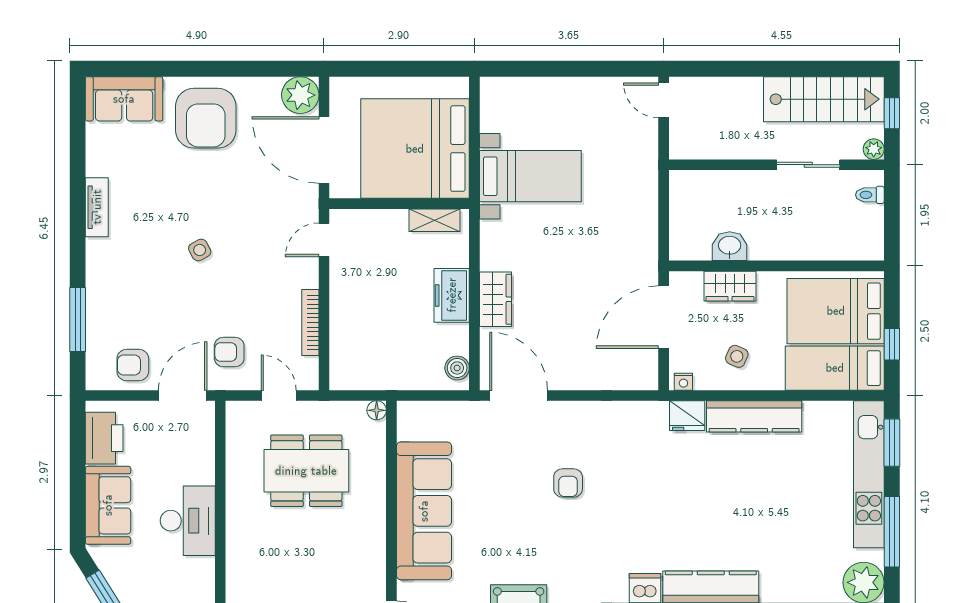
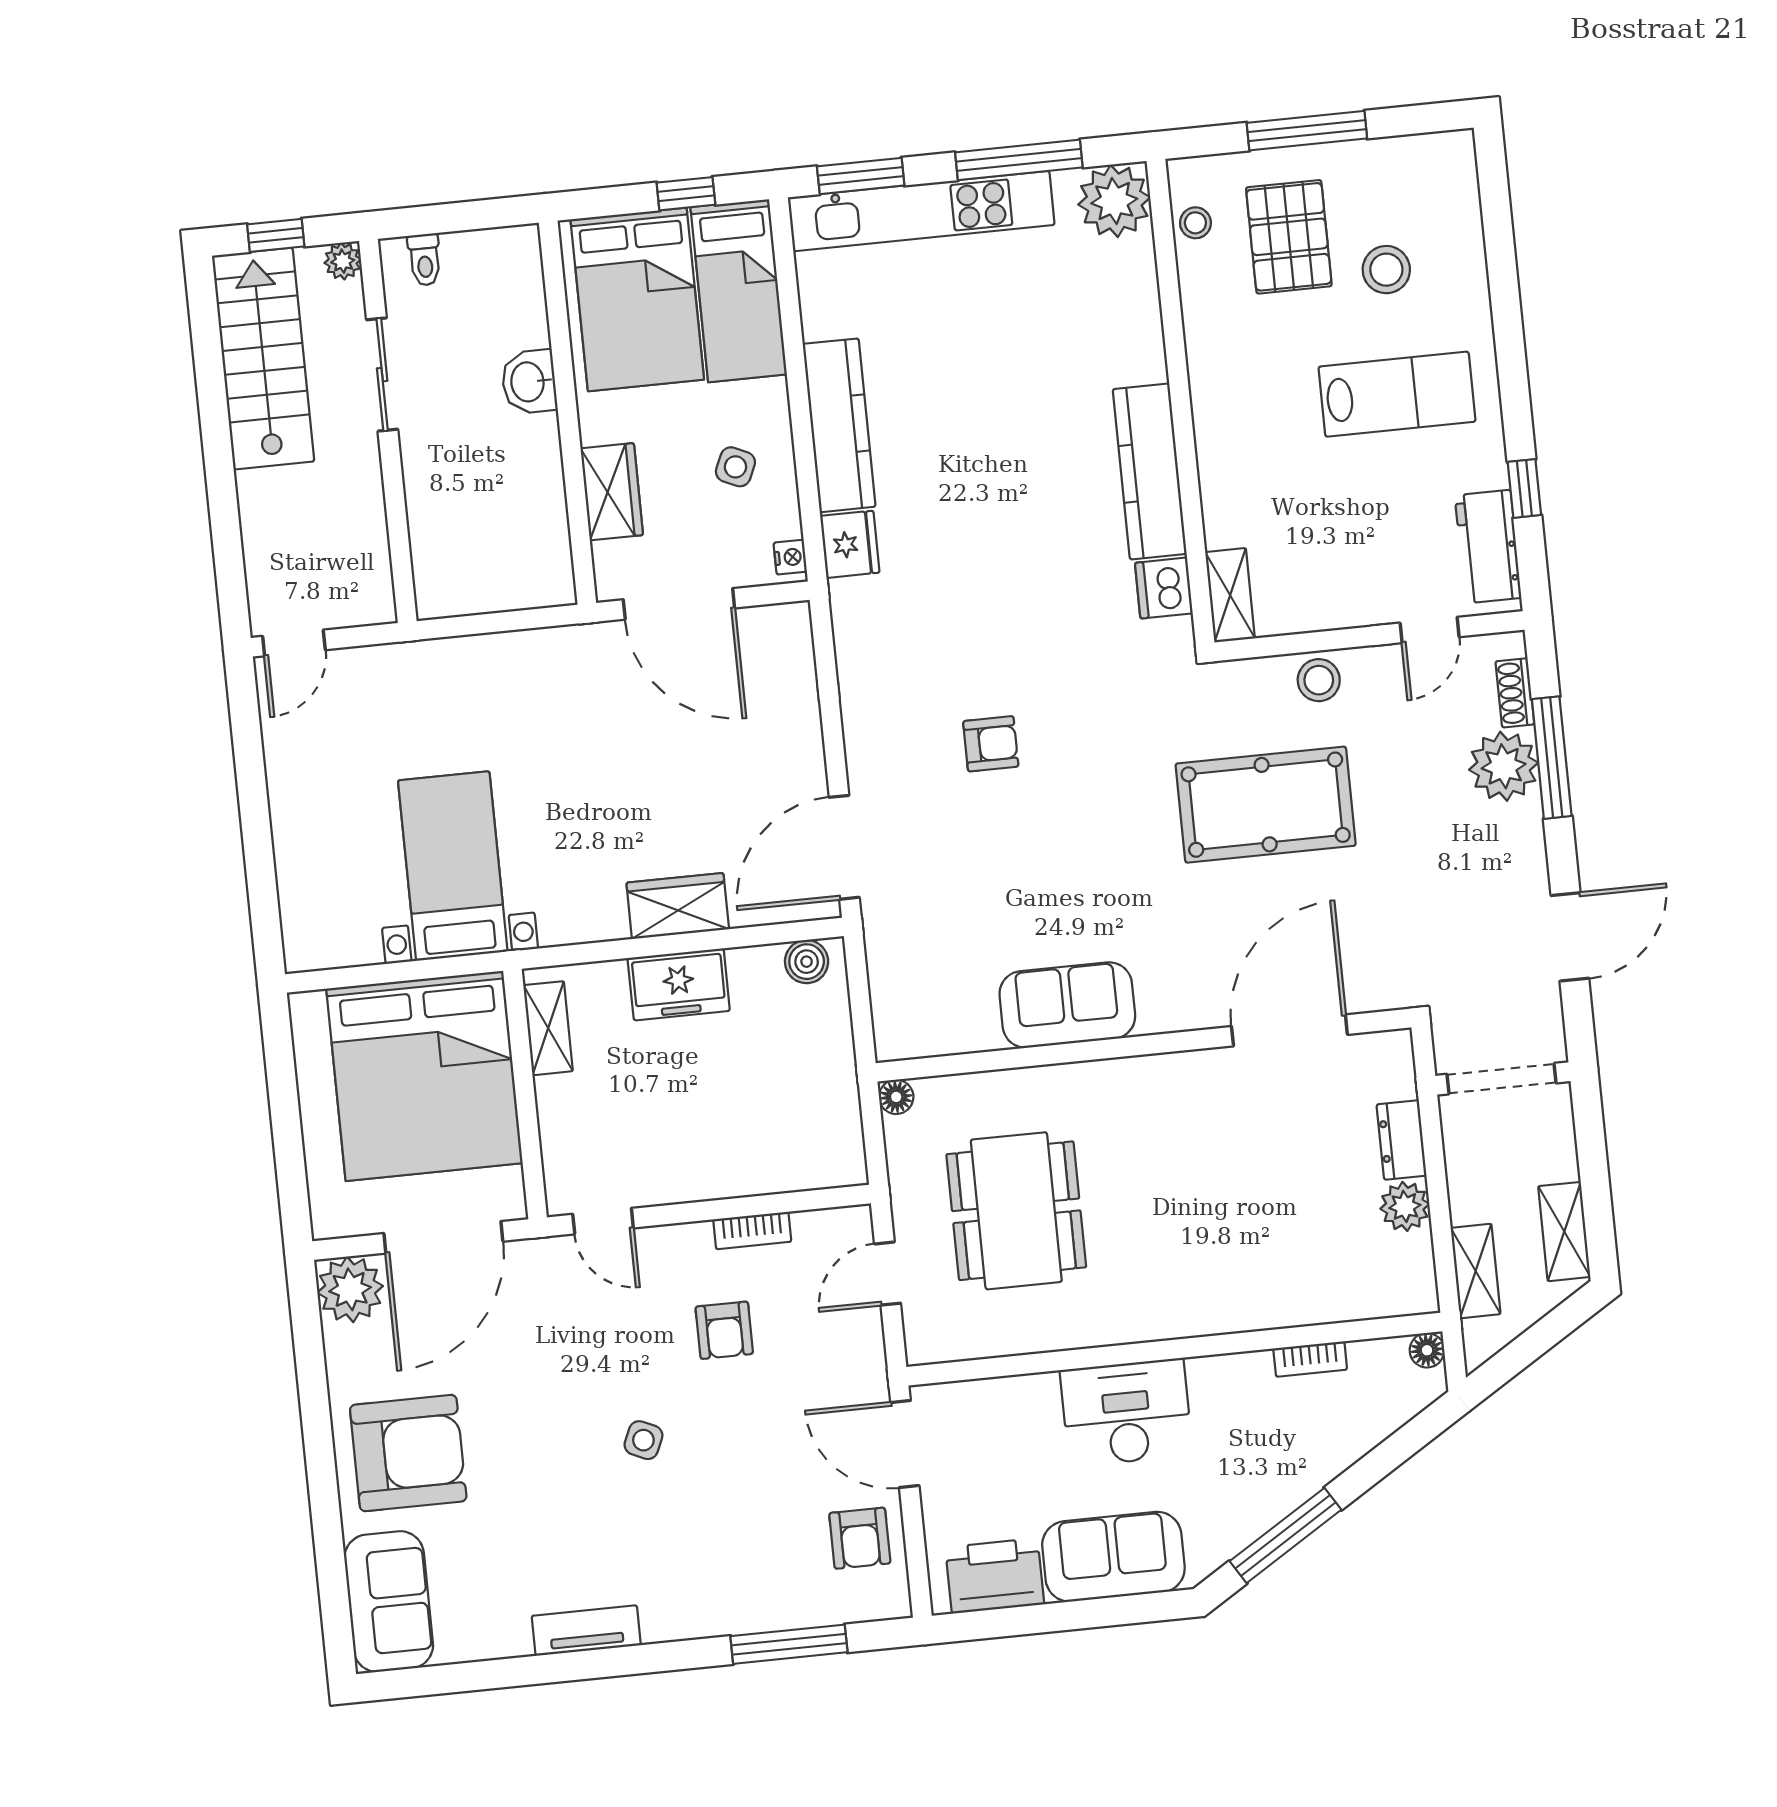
washbasin: (730, 246) -> (529, 382), moved
side table: (200, 250) -> (643, 1440), turned -38
bookcase: (310, 322) -> (752, 1230), width x0.64
armchair: (229, 352) -> (724, 1330), moved
sofa: (424, 511) -> (1067, 1005), width x0.54, depth x0.79

